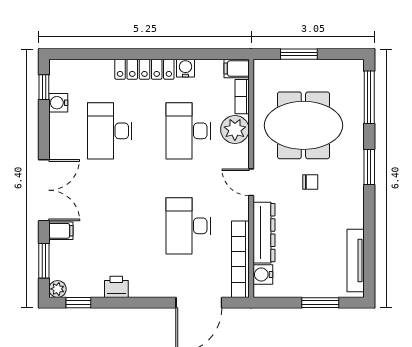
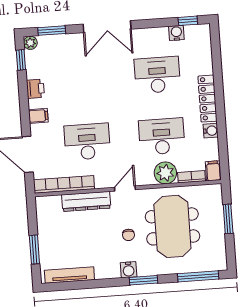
filing cabinet: (61, 231) -> (38, 116), moved, turned -90
water cooler: (263, 275) -> (129, 270), moved, turned 180

